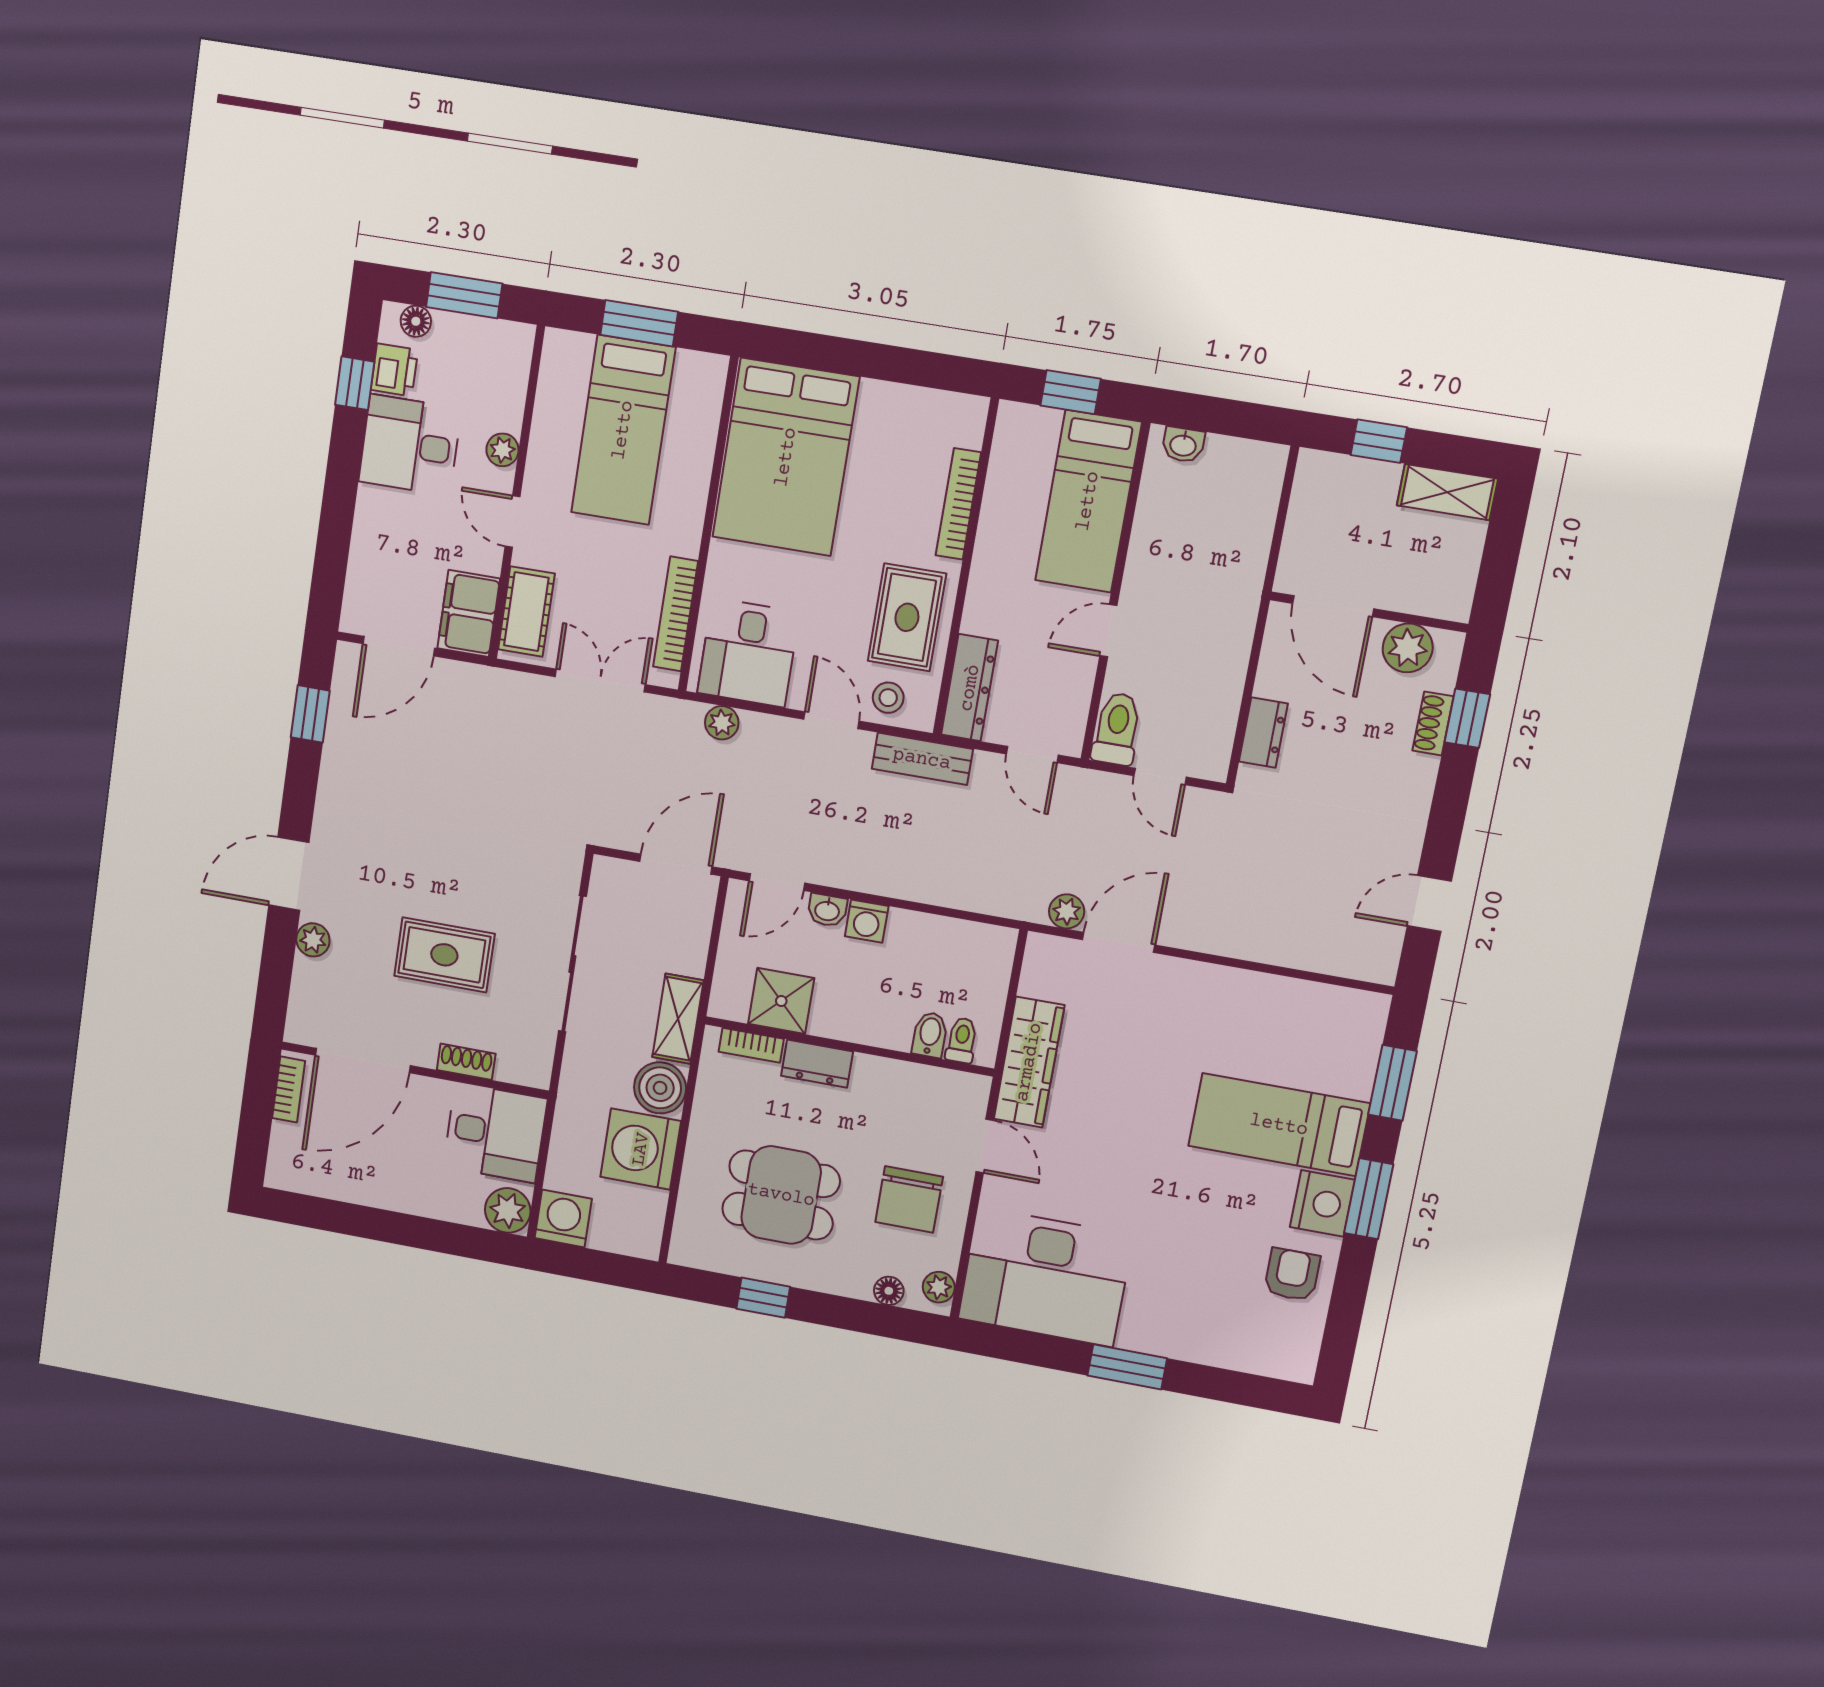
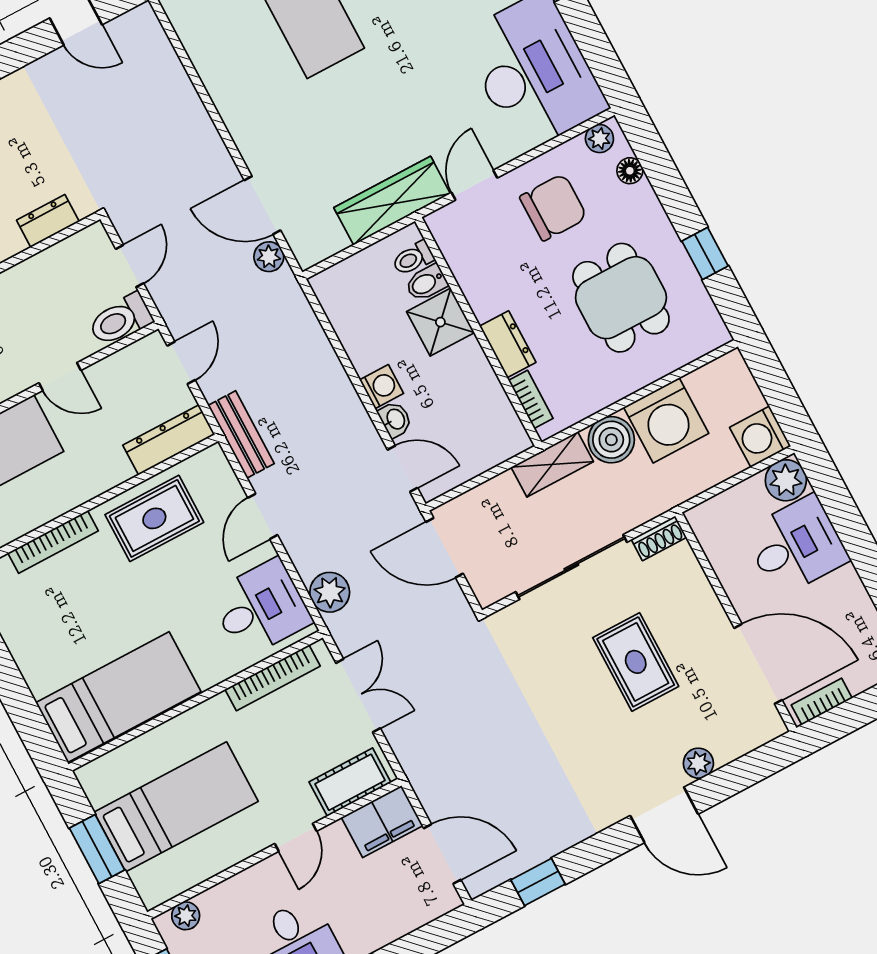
plant: (502, 450) -> (186, 916), moved
bed: (786, 457) -> (118, 697), width x0.67
double door: (600, 681) -> (358, 696), swing flipped
stool: (888, 698) -> (218, 490), removed
plant: (722, 723) -> (330, 592), width x1.38, depth x1.38
shower: (781, 1001) -> (440, 322), moved
shoe rack: (466, 1062) -> (659, 538), moved, turned -90
desk: (495, 1133) -> (796, 546), moved, turned 90

